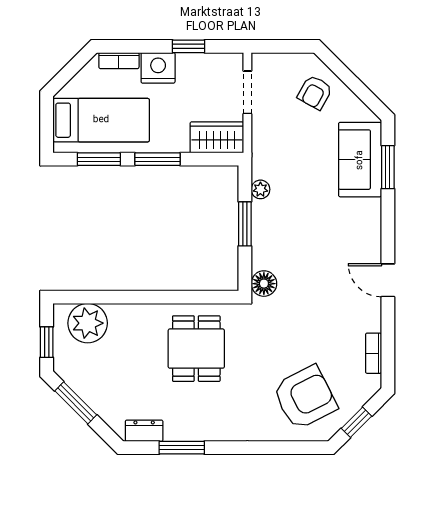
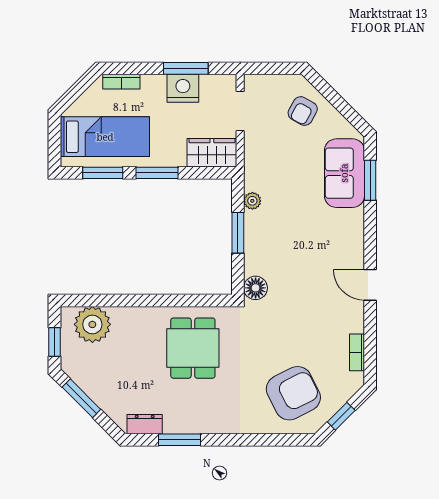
window: (188, 46) -> (186, 68), width x1.50
nightstand: (158, 68) -> (183, 88), moved

